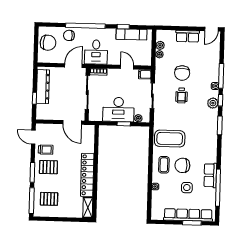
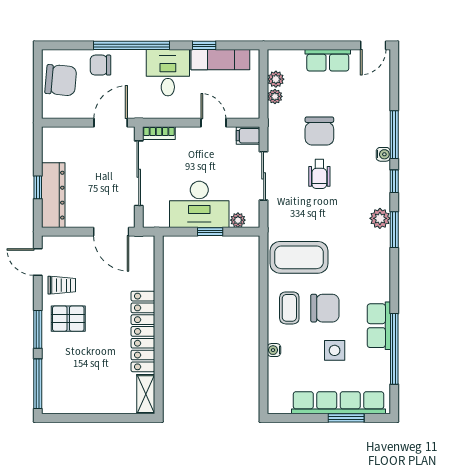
desk: (96, 52) -> (168, 73), moved, turned 180
dresser: (43, 87) -> (53, 195), moved
plant: (213, 103) -> (380, 218), moved
chair: (182, 165) -> (325, 308), turned 180
pallet: (49, 199) -> (71, 379), removed

